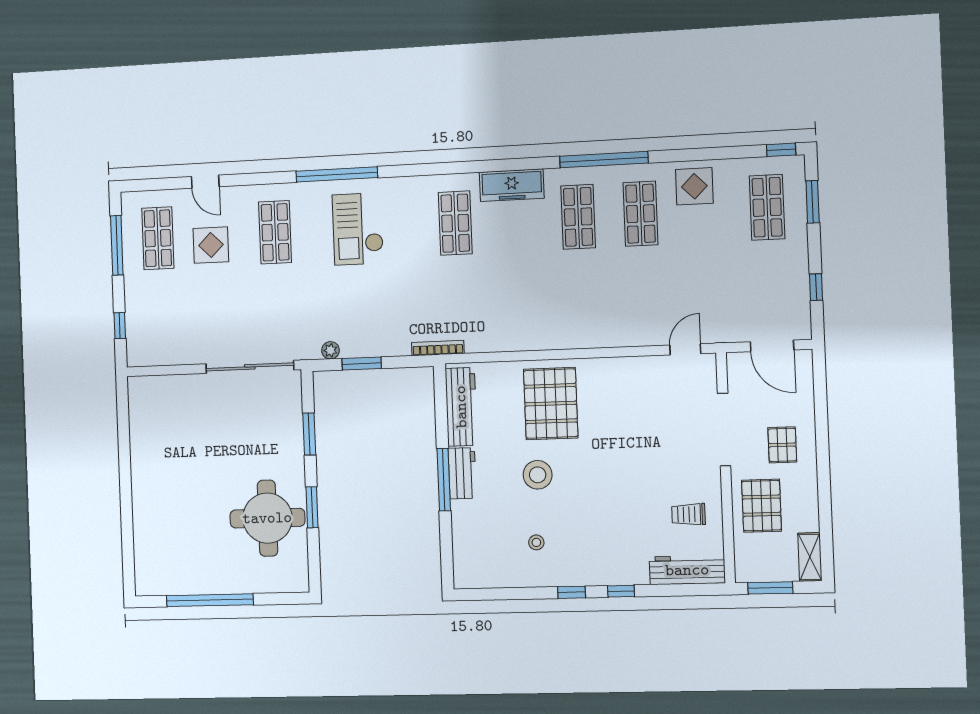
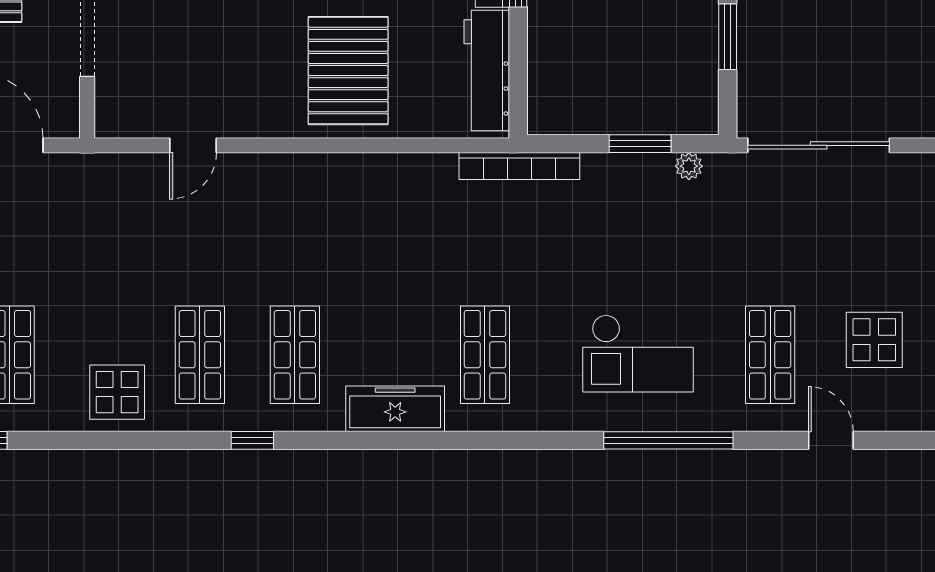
window: (604, 160) -> (252, 440), width x0.32
door: (205, 182) -> (831, 440), moved
checkout: (358, 229) -> (638, 353), turned 90
bookcase: (438, 348) -> (519, 166), width x1.48, depth x1.31
door: (685, 349) -> (193, 145), moved

